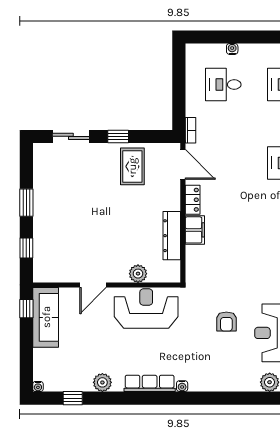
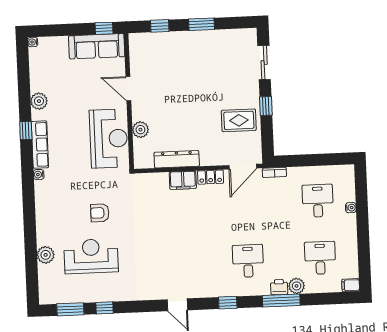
window: (73, 398) -> (26, 131), moved

